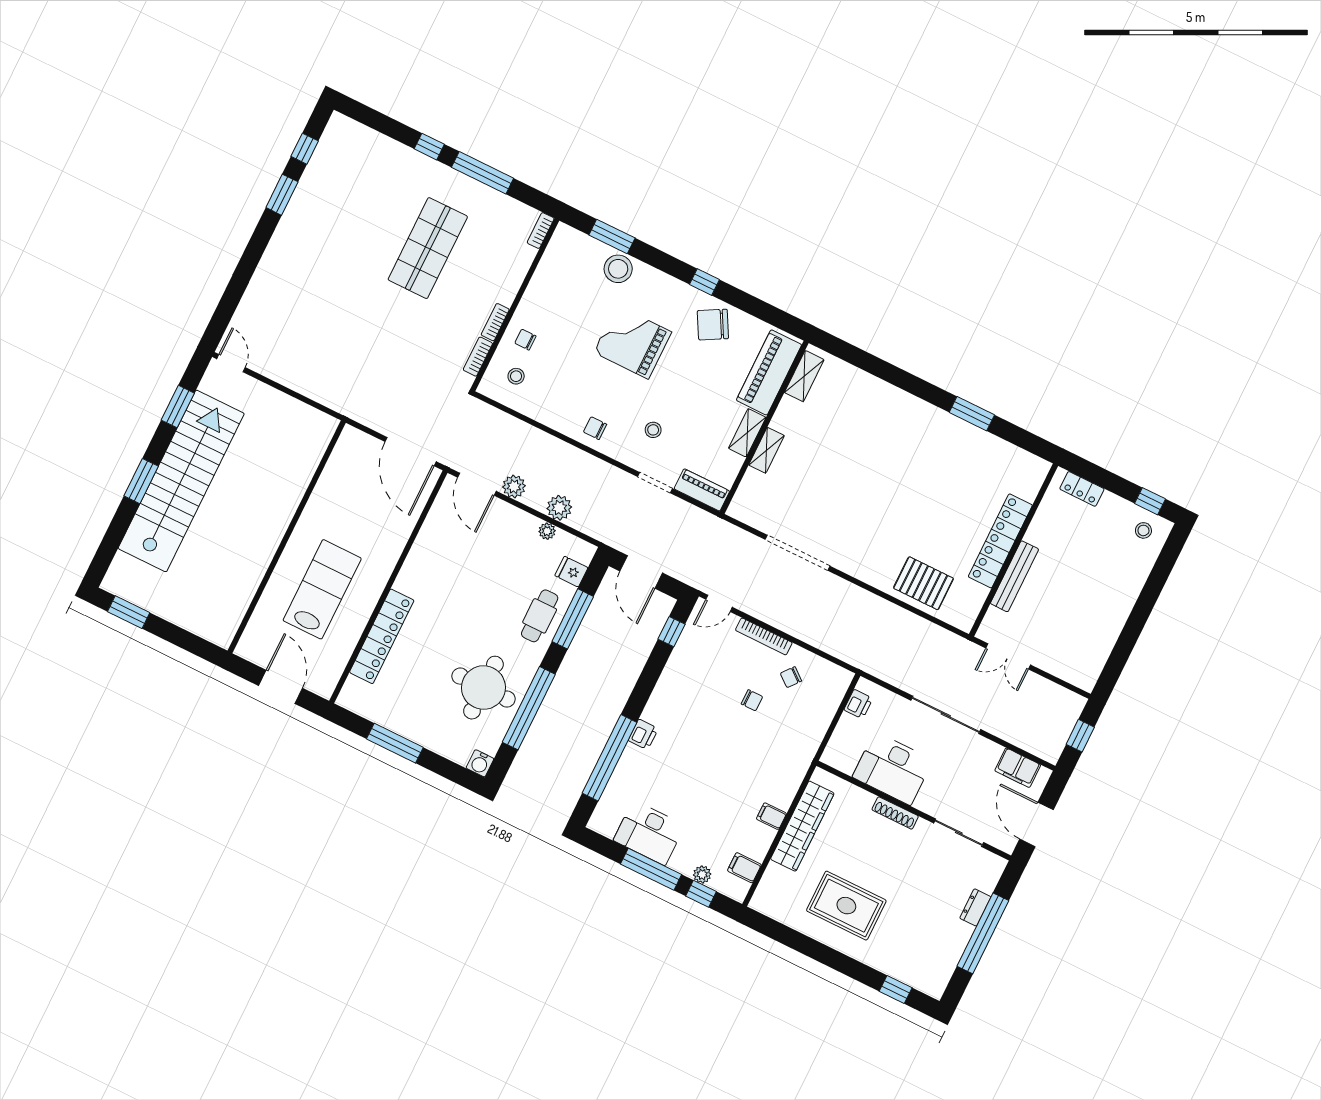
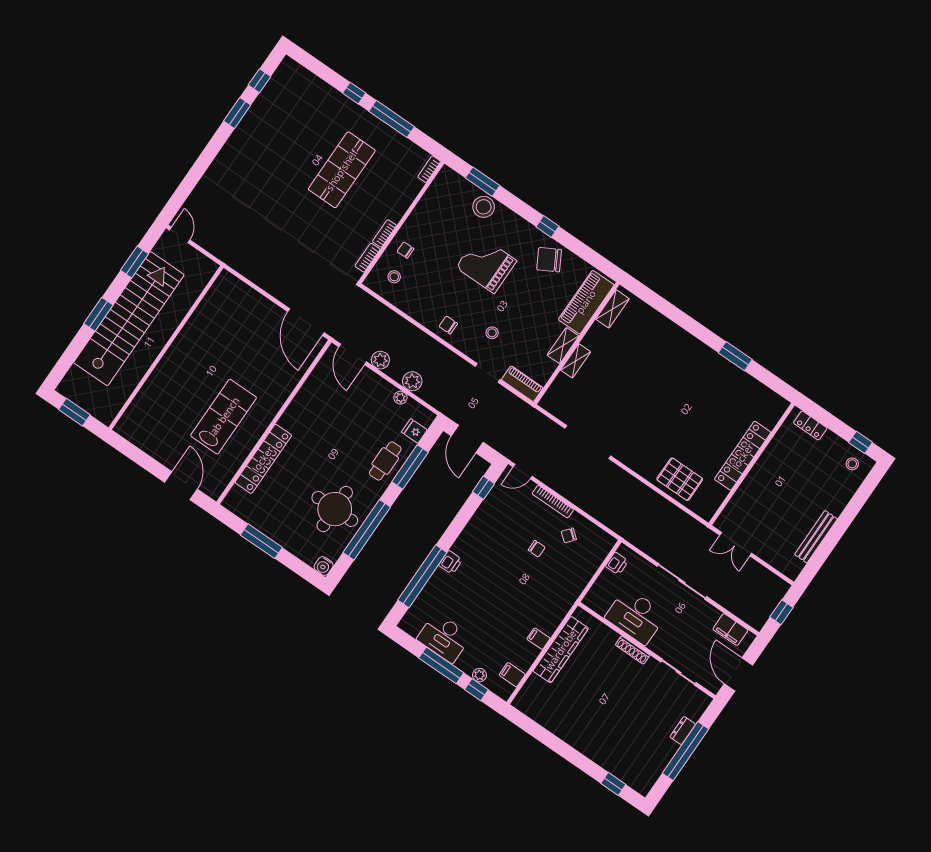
wall: (287, 537) -> (166, 348), moved
bench: (1015, 576) -> (816, 537), moved
rug: (846, 906) -> (585, 715), removed

